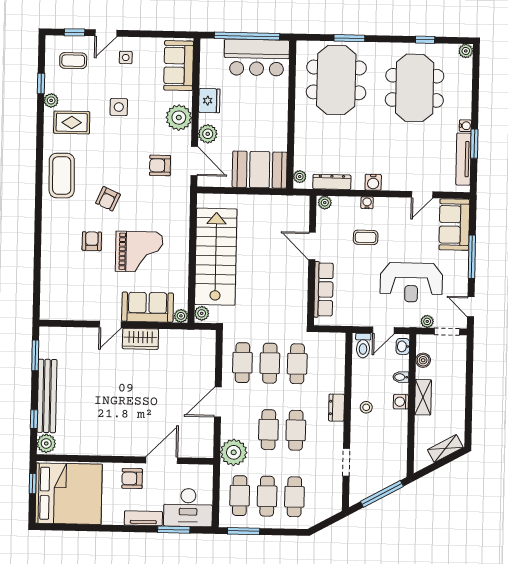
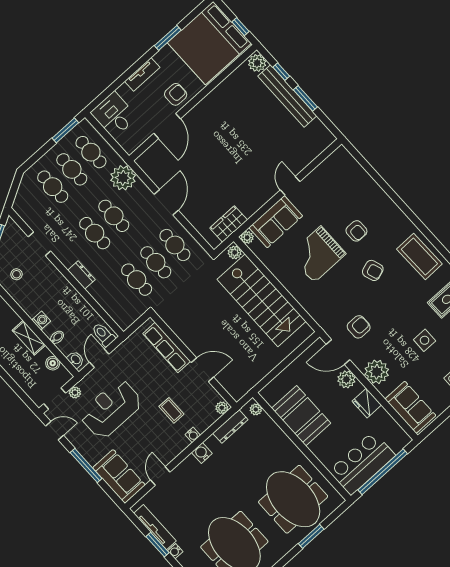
booth: (260, 170) -> (301, 416), moved, turned 90
armchair: (108, 199) -> (373, 270), turned 137
coffee table: (366, 237) -> (171, 410), turned 90
wardrobe: (140, 339) -> (229, 224), moved
window: (35, 355) -> (305, 98), moved
stool: (366, 407) -> (16, 274), moved
desk: (188, 508) -> (114, 115), width x0.73
window: (174, 530) -> (168, 38), moved

